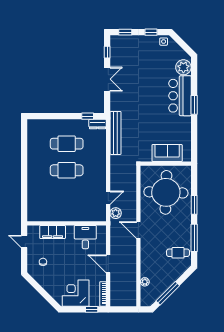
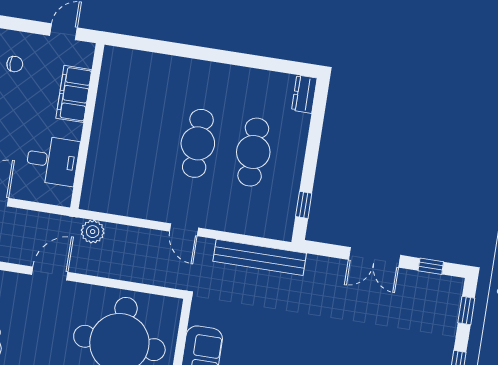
dresser: (98, 124) -> (304, 94), moved
door: (108, 198) -> (184, 230), moved

